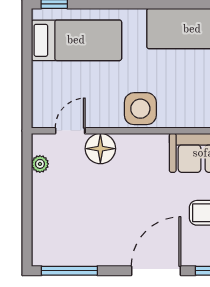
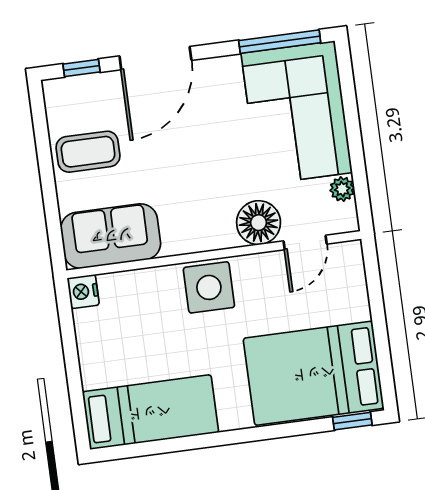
bed: (76, 40) -> (314, 373), width x1.50
corner sofa: (64, 220) -> (297, 113), added

